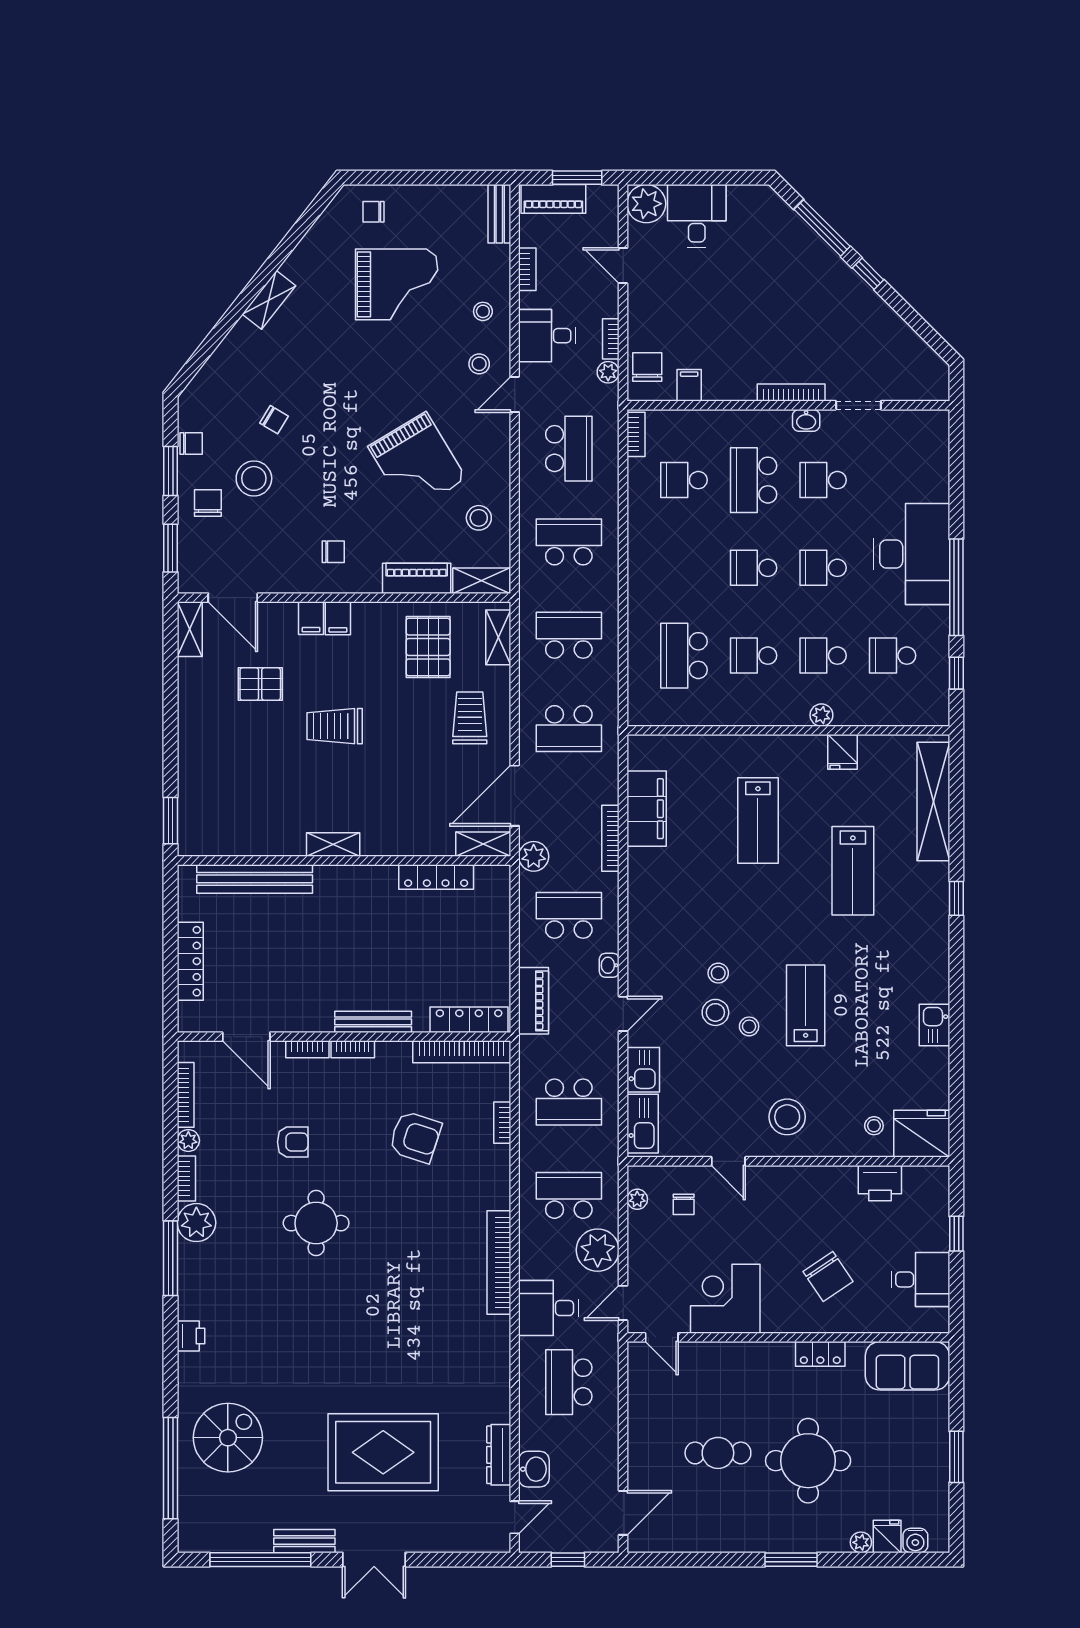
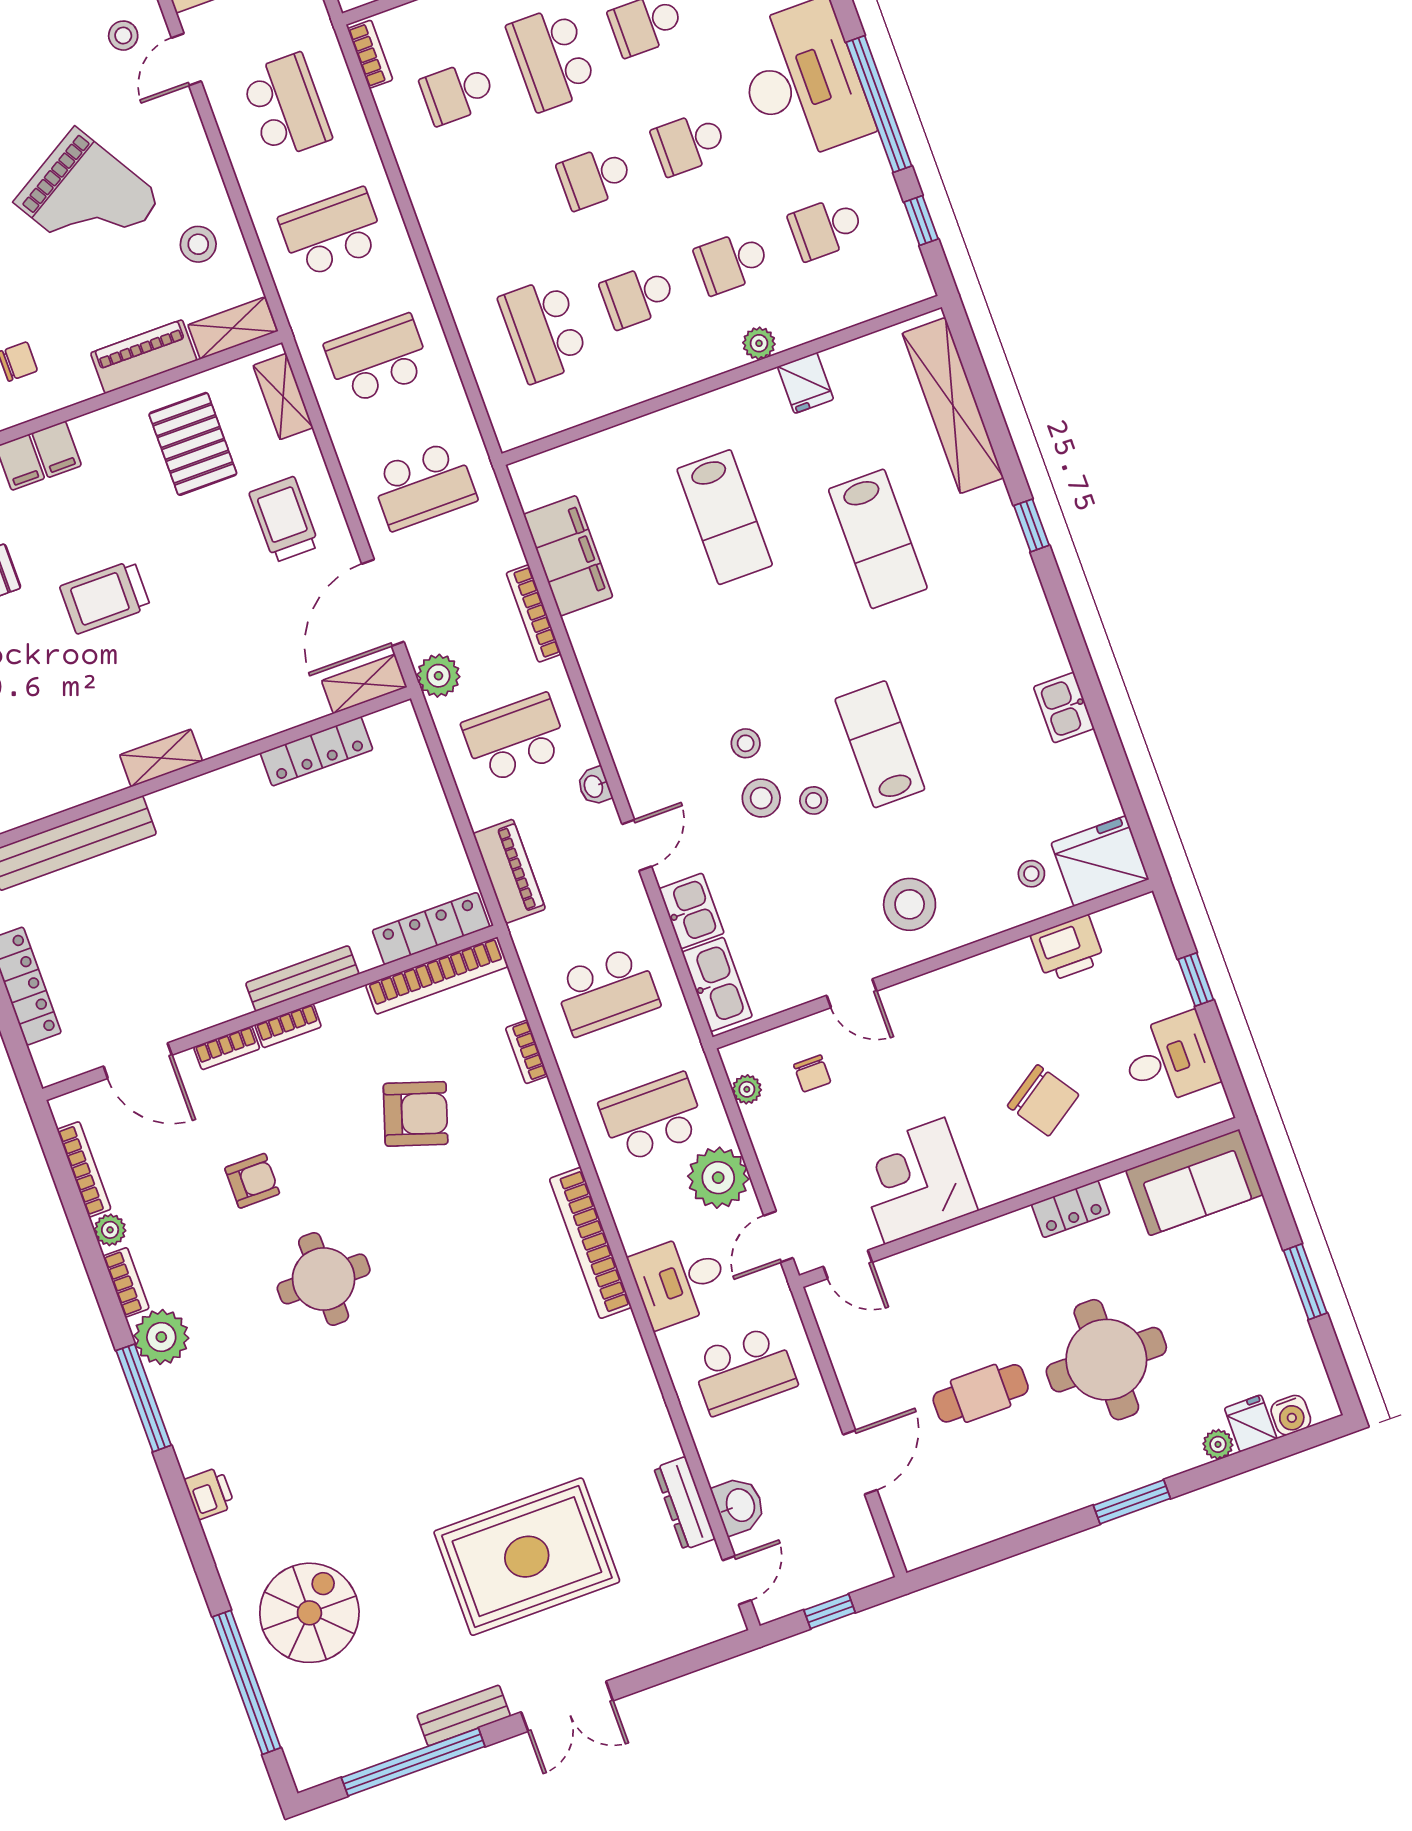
school desk: (569, 1382) -> (744, 1370), turned -90
door: (623, 1513) -> (860, 1462), moved

